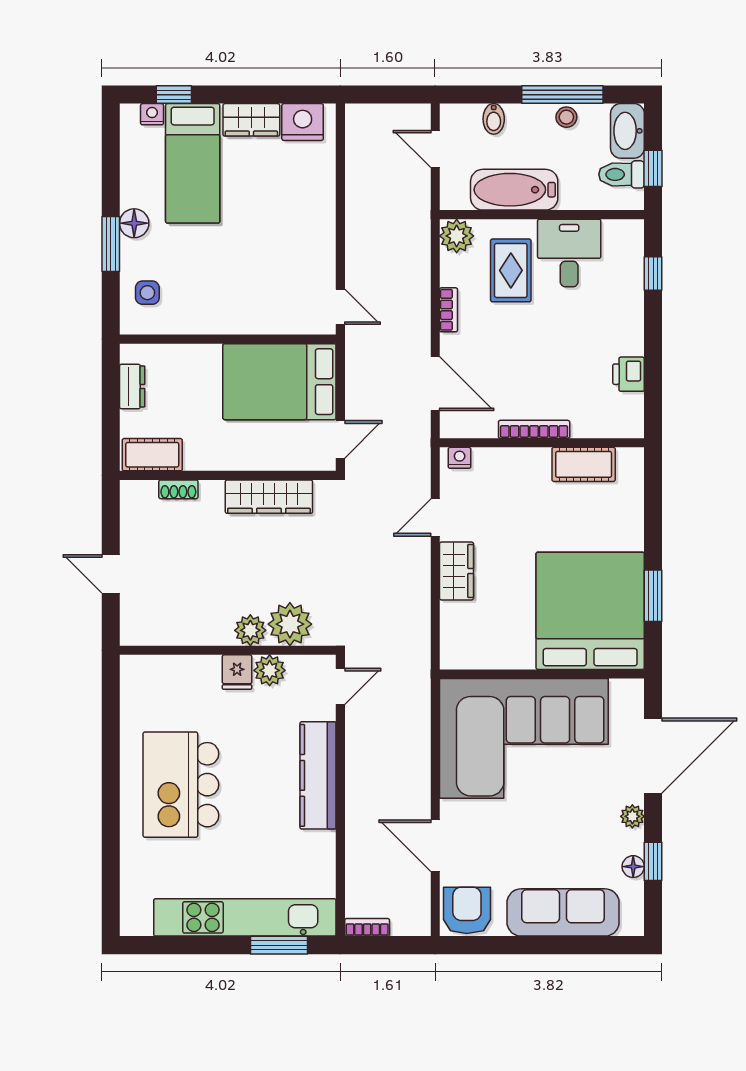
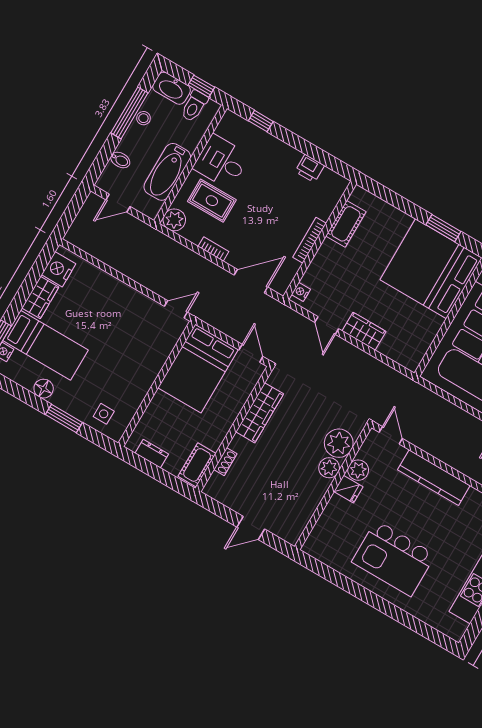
floor lamp: (134, 223) -> (44, 389), moved

